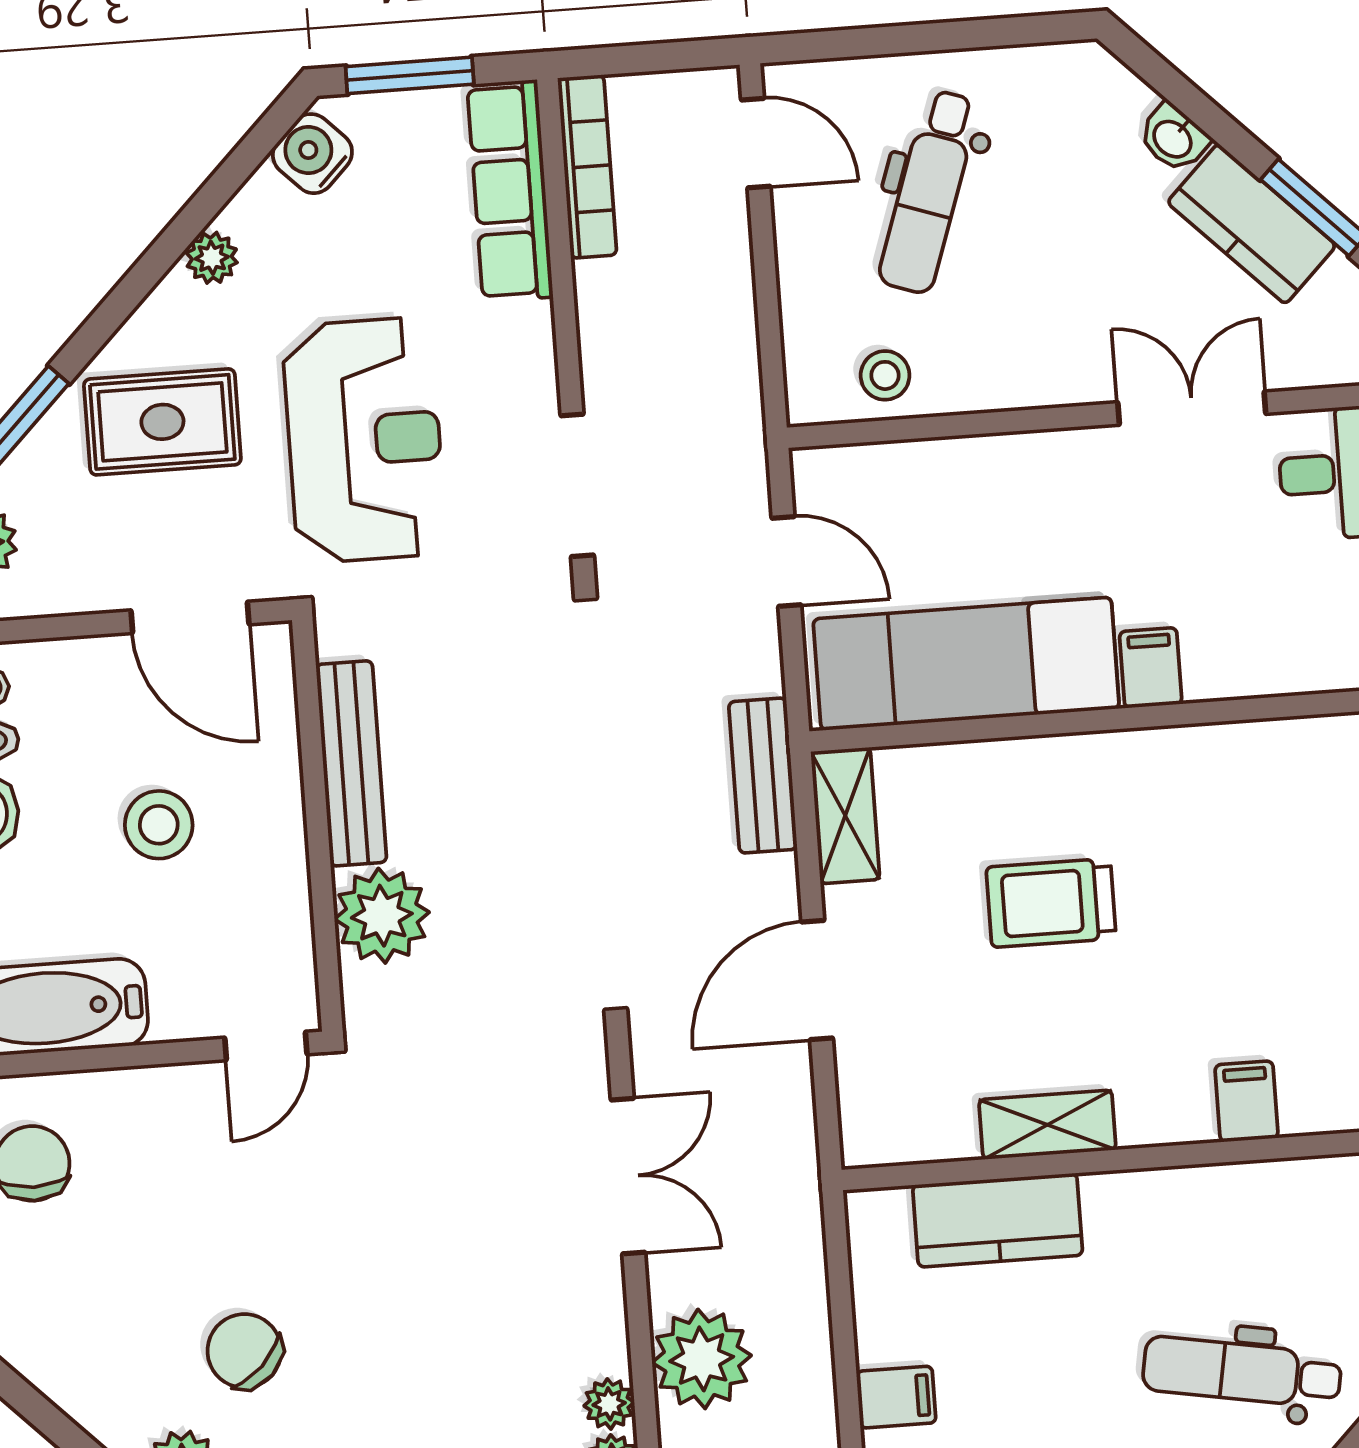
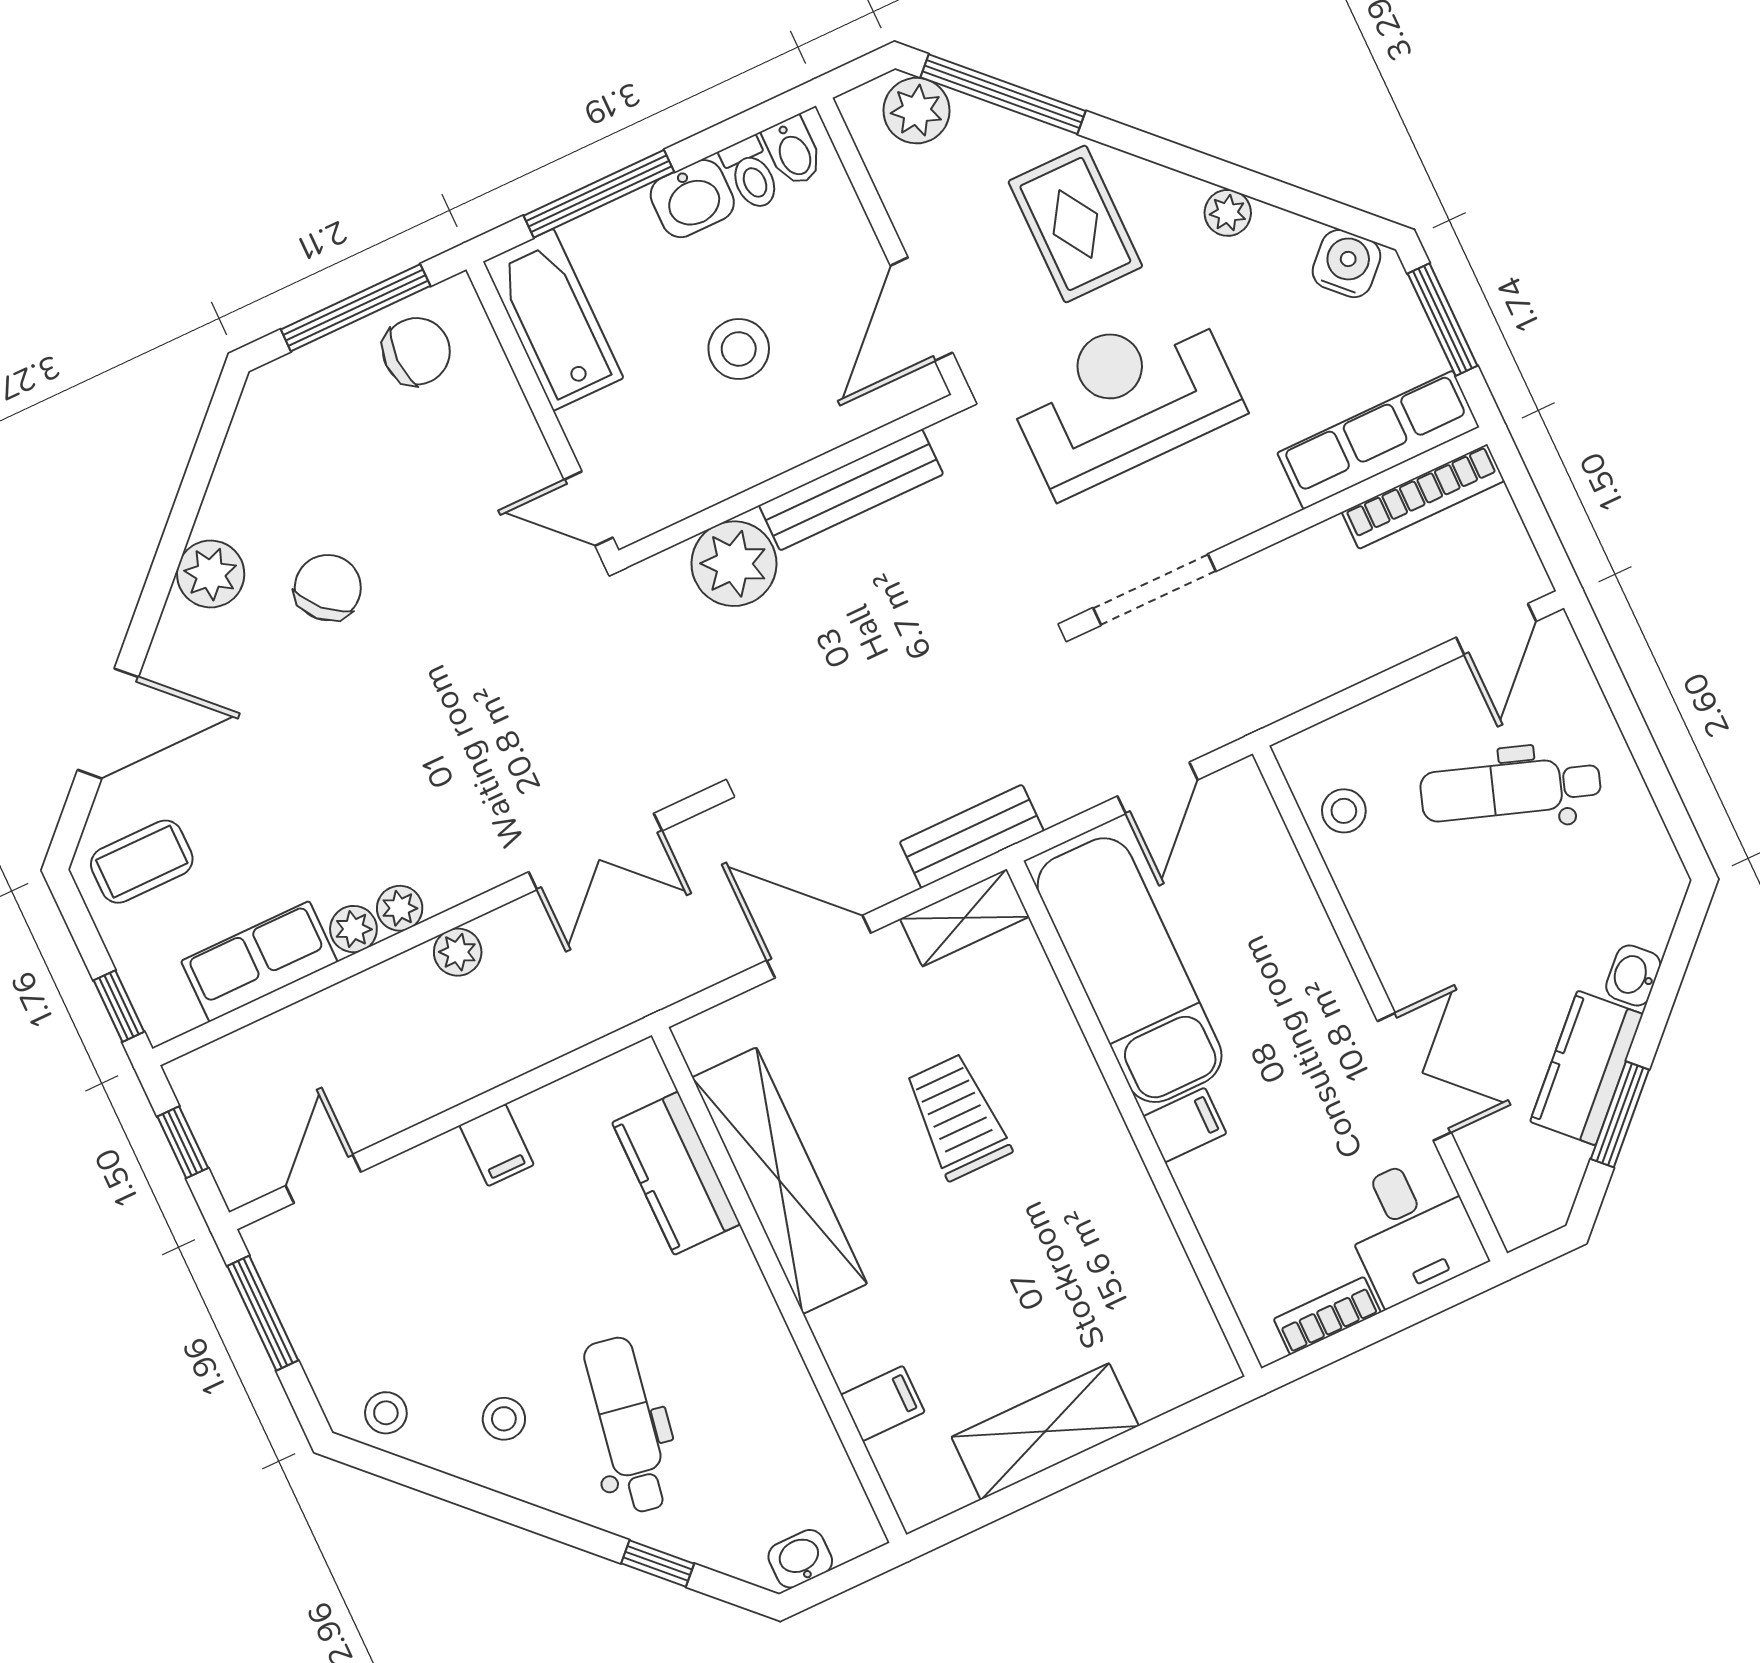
reception desk: (364, 440) -> (1124, 398), turned 180
filing cabinet: (1247, 1101) -> (883, 1403), moved
shelving: (1047, 1125) -> (780, 1181), width x2.20, depth x1.33
plant: (702, 1359) -> (458, 952), width x0.53, depth x0.53

